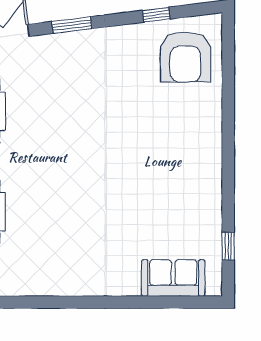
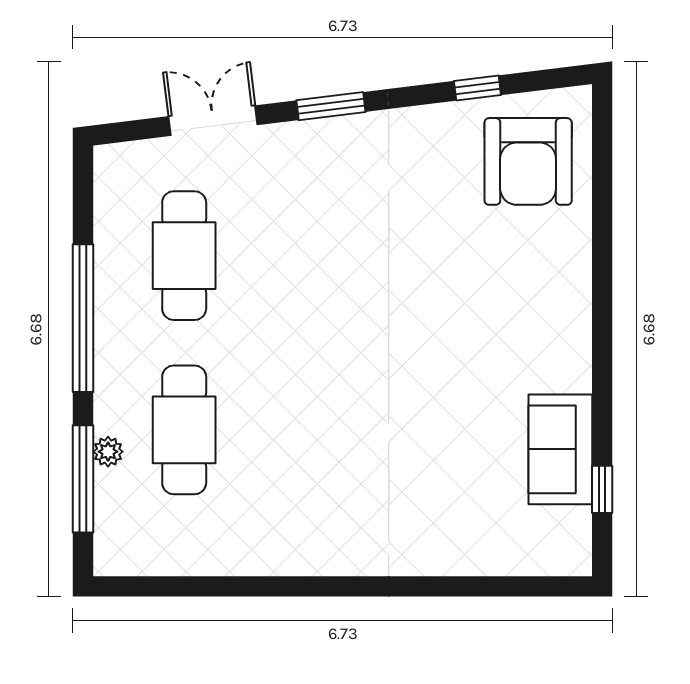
sofa: (173, 278) -> (560, 449), moved, turned -90

